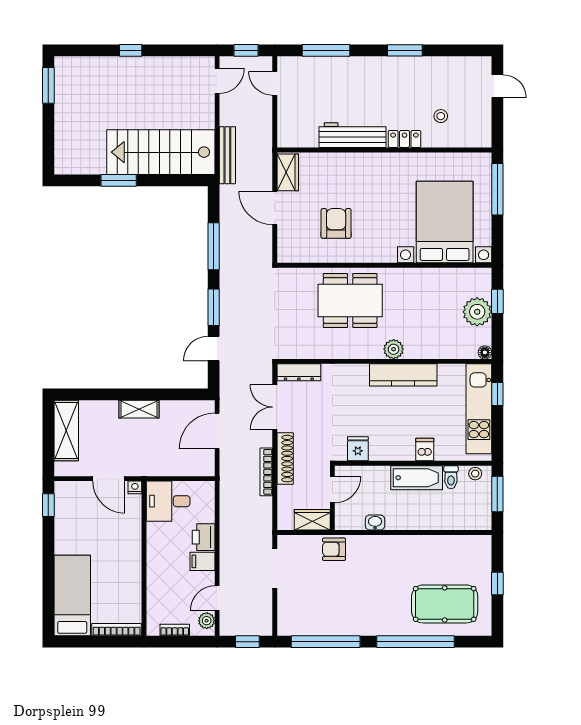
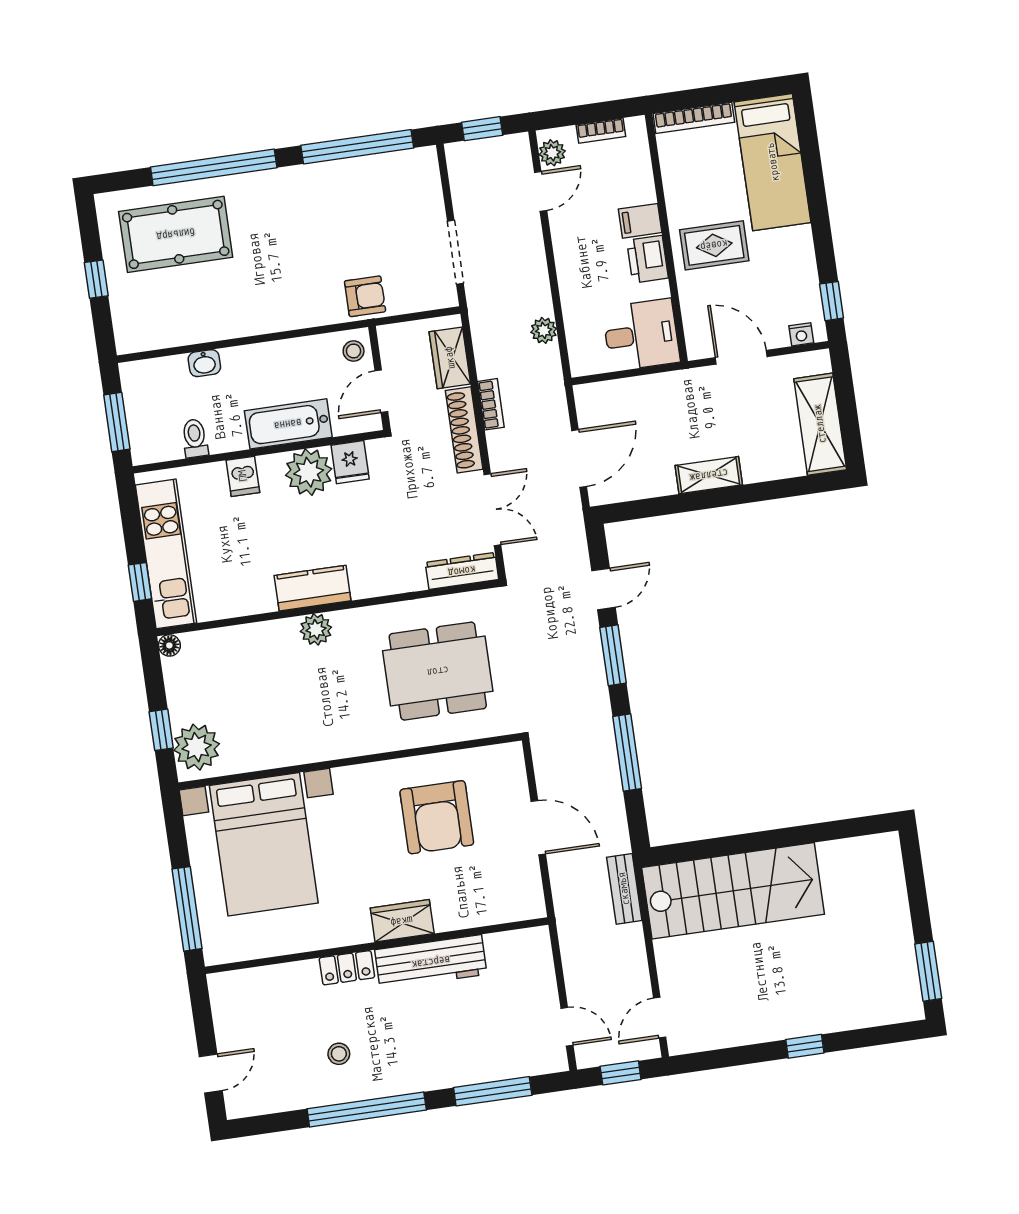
window: (405, 50) -> (367, 1109), width x2.11
door: (497, 86) -> (211, 1073), swing flipped
stool: (441, 116) -> (339, 1054), moved
bench: (227, 155) -> (624, 889), width x0.73
wardrobe: (288, 172) -> (402, 921), moved, turned 90
window: (119, 180) -> (794, 836), removed
armchair: (336, 223) -> (437, 817), width x1.36, depth x1.36
dining table: (350, 300) -> (438, 671), moved
plant: (477, 312) -> (197, 747), moved
kitchen counter: (403, 375) -> (313, 588), width x0.67
plant: (384, 446) -> (309, 472), added
bookcase: (266, 472) -> (491, 404), width x0.64
stool: (475, 474) -> (354, 351), moved
bathtub: (417, 478) -> (288, 424), moved
nightstand: (135, 487) -> (801, 334), moved
plant: (227, 513) -> (544, 330), added
wardrobe: (312, 520) -> (450, 358), moved, turned 90
washbasin: (375, 522) -> (204, 363), moved
printer: (204, 537) -> (648, 259), moved, turned 180
rug: (115, 550) -> (714, 245), added
filing cabinet: (203, 561) -> (640, 221), moved, turned 180

